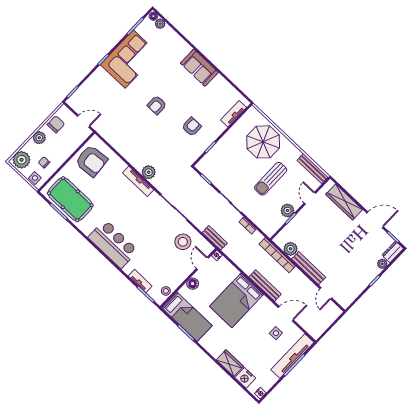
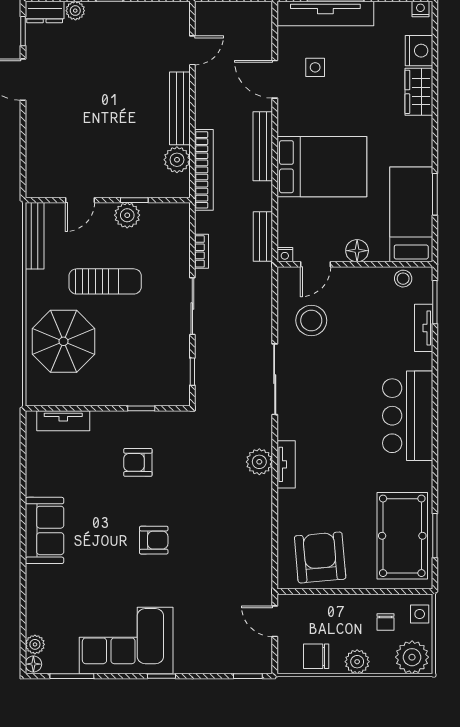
tv unit: (138, 181) -> (286, 464), width x0.71
wardrobe: (344, 202) -> (39, 147), removed
bench: (215, 238) -> (263, 237), moved

